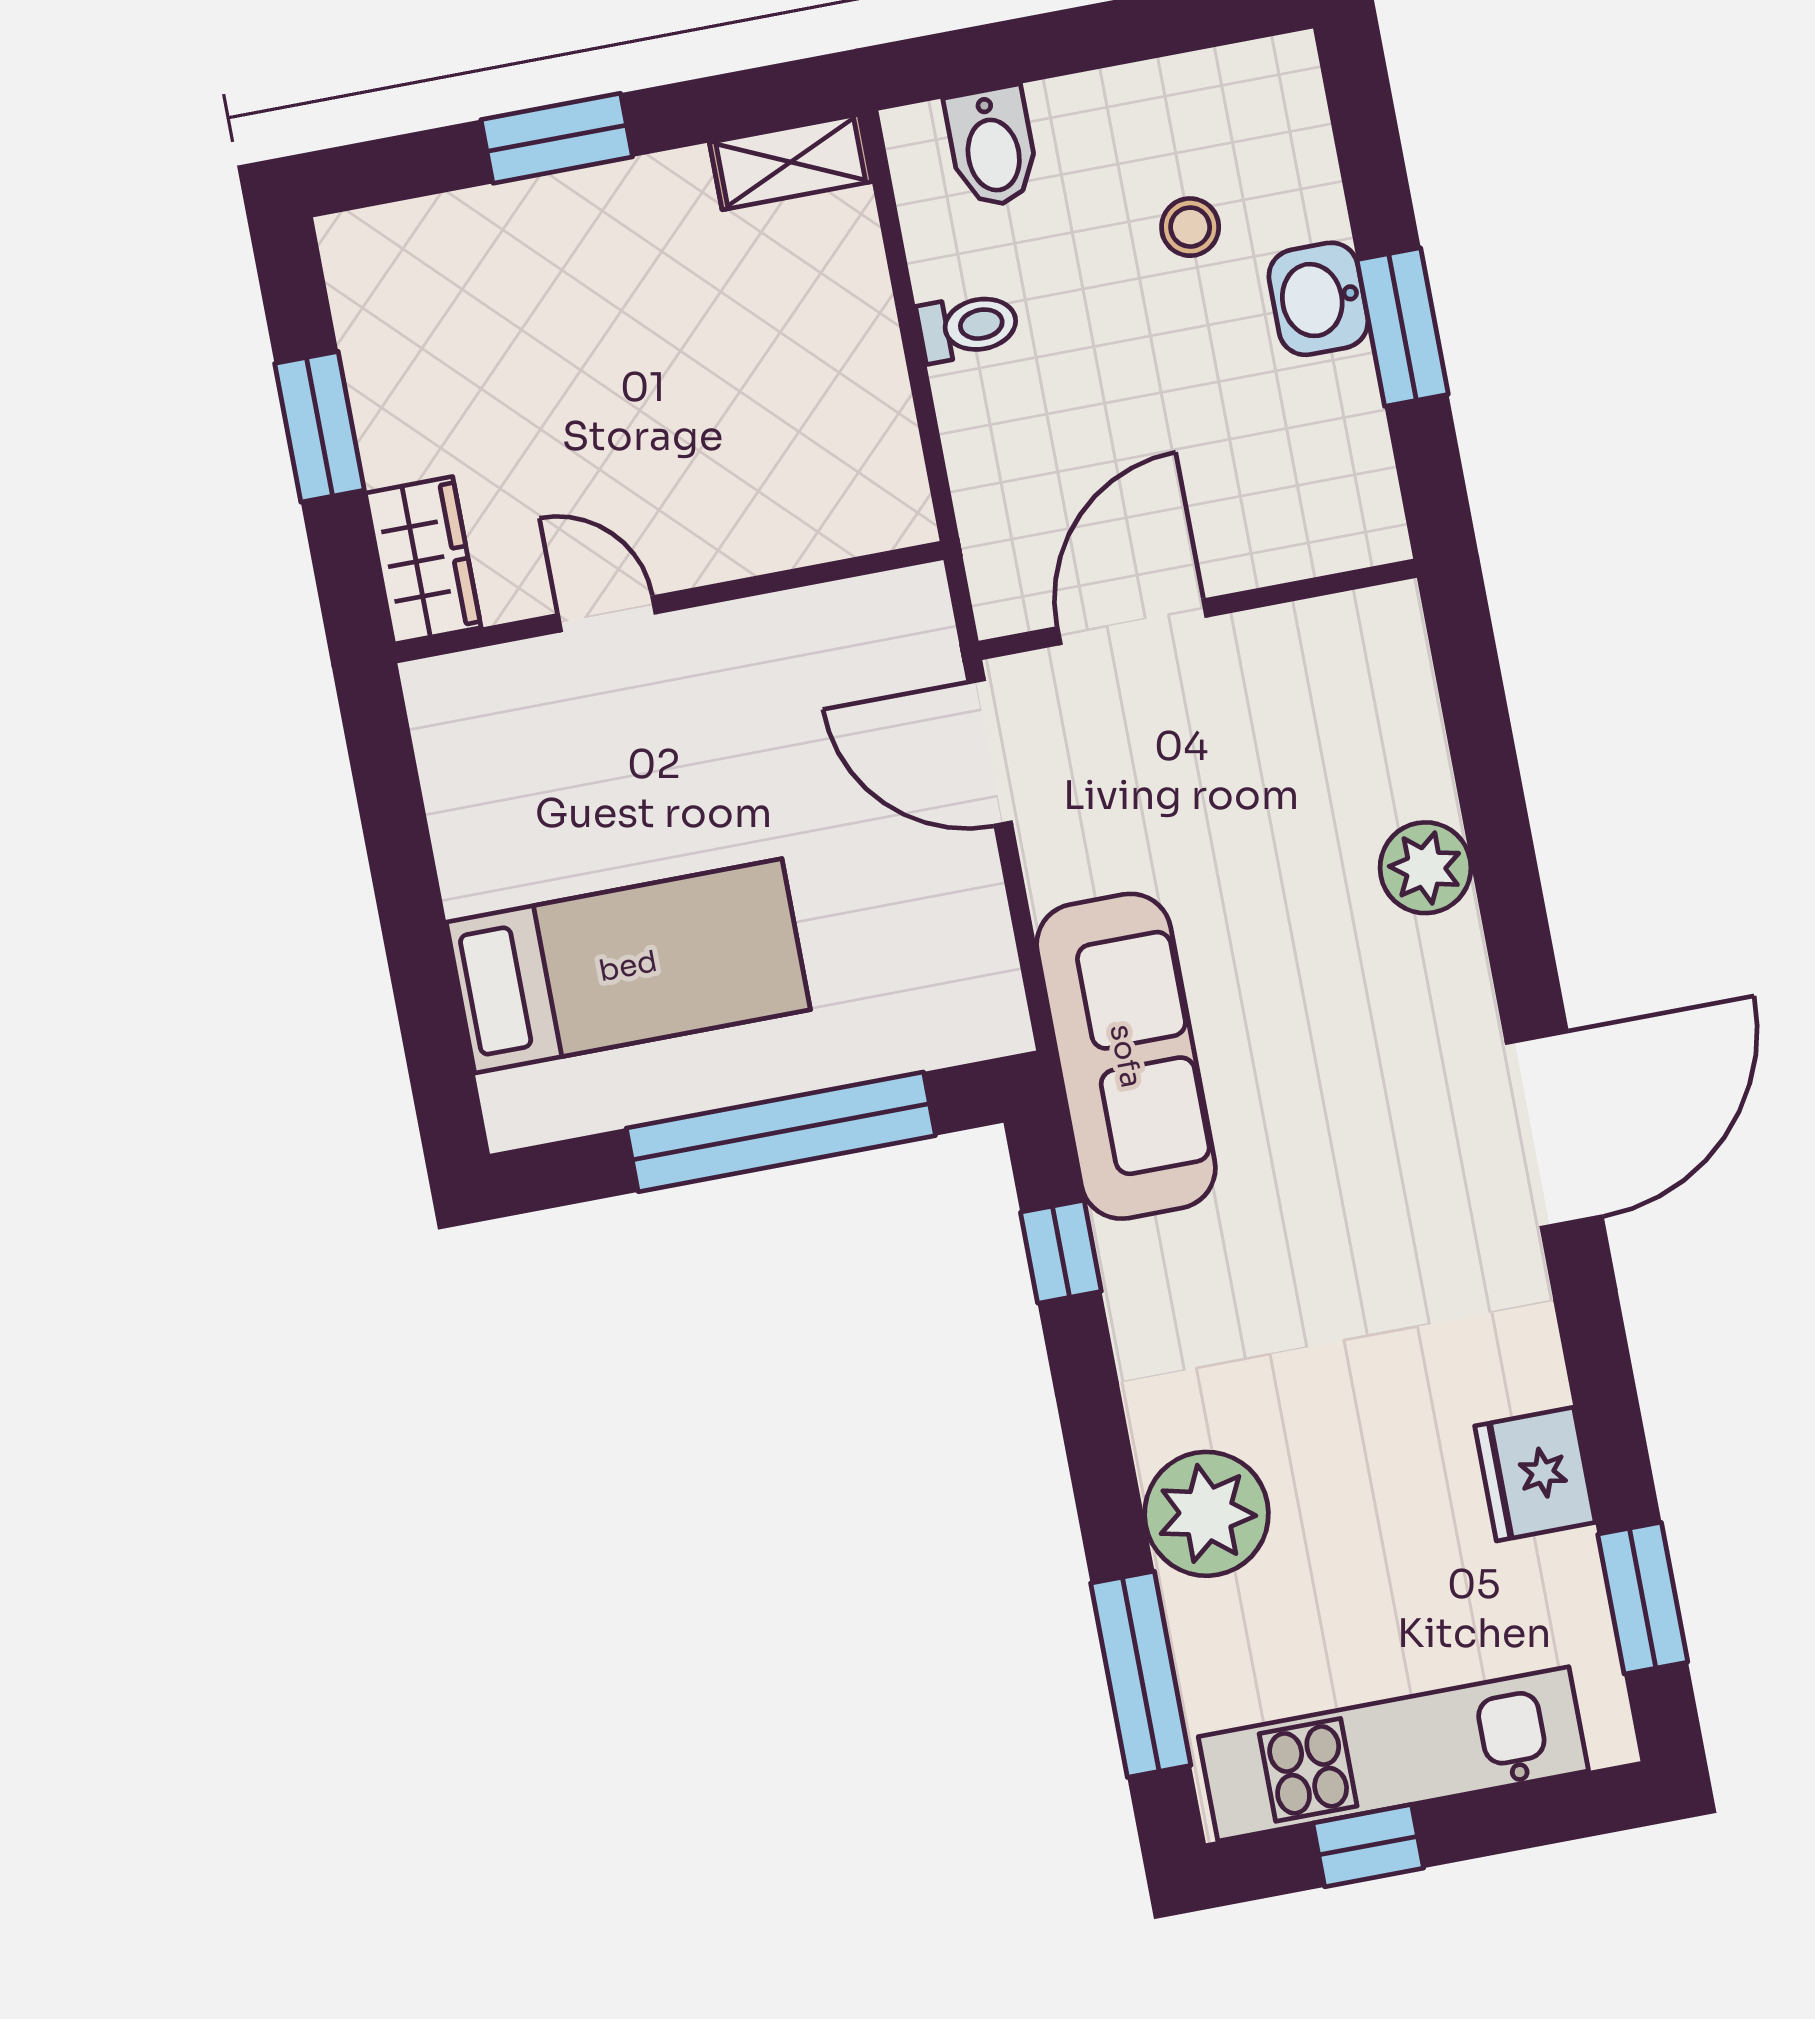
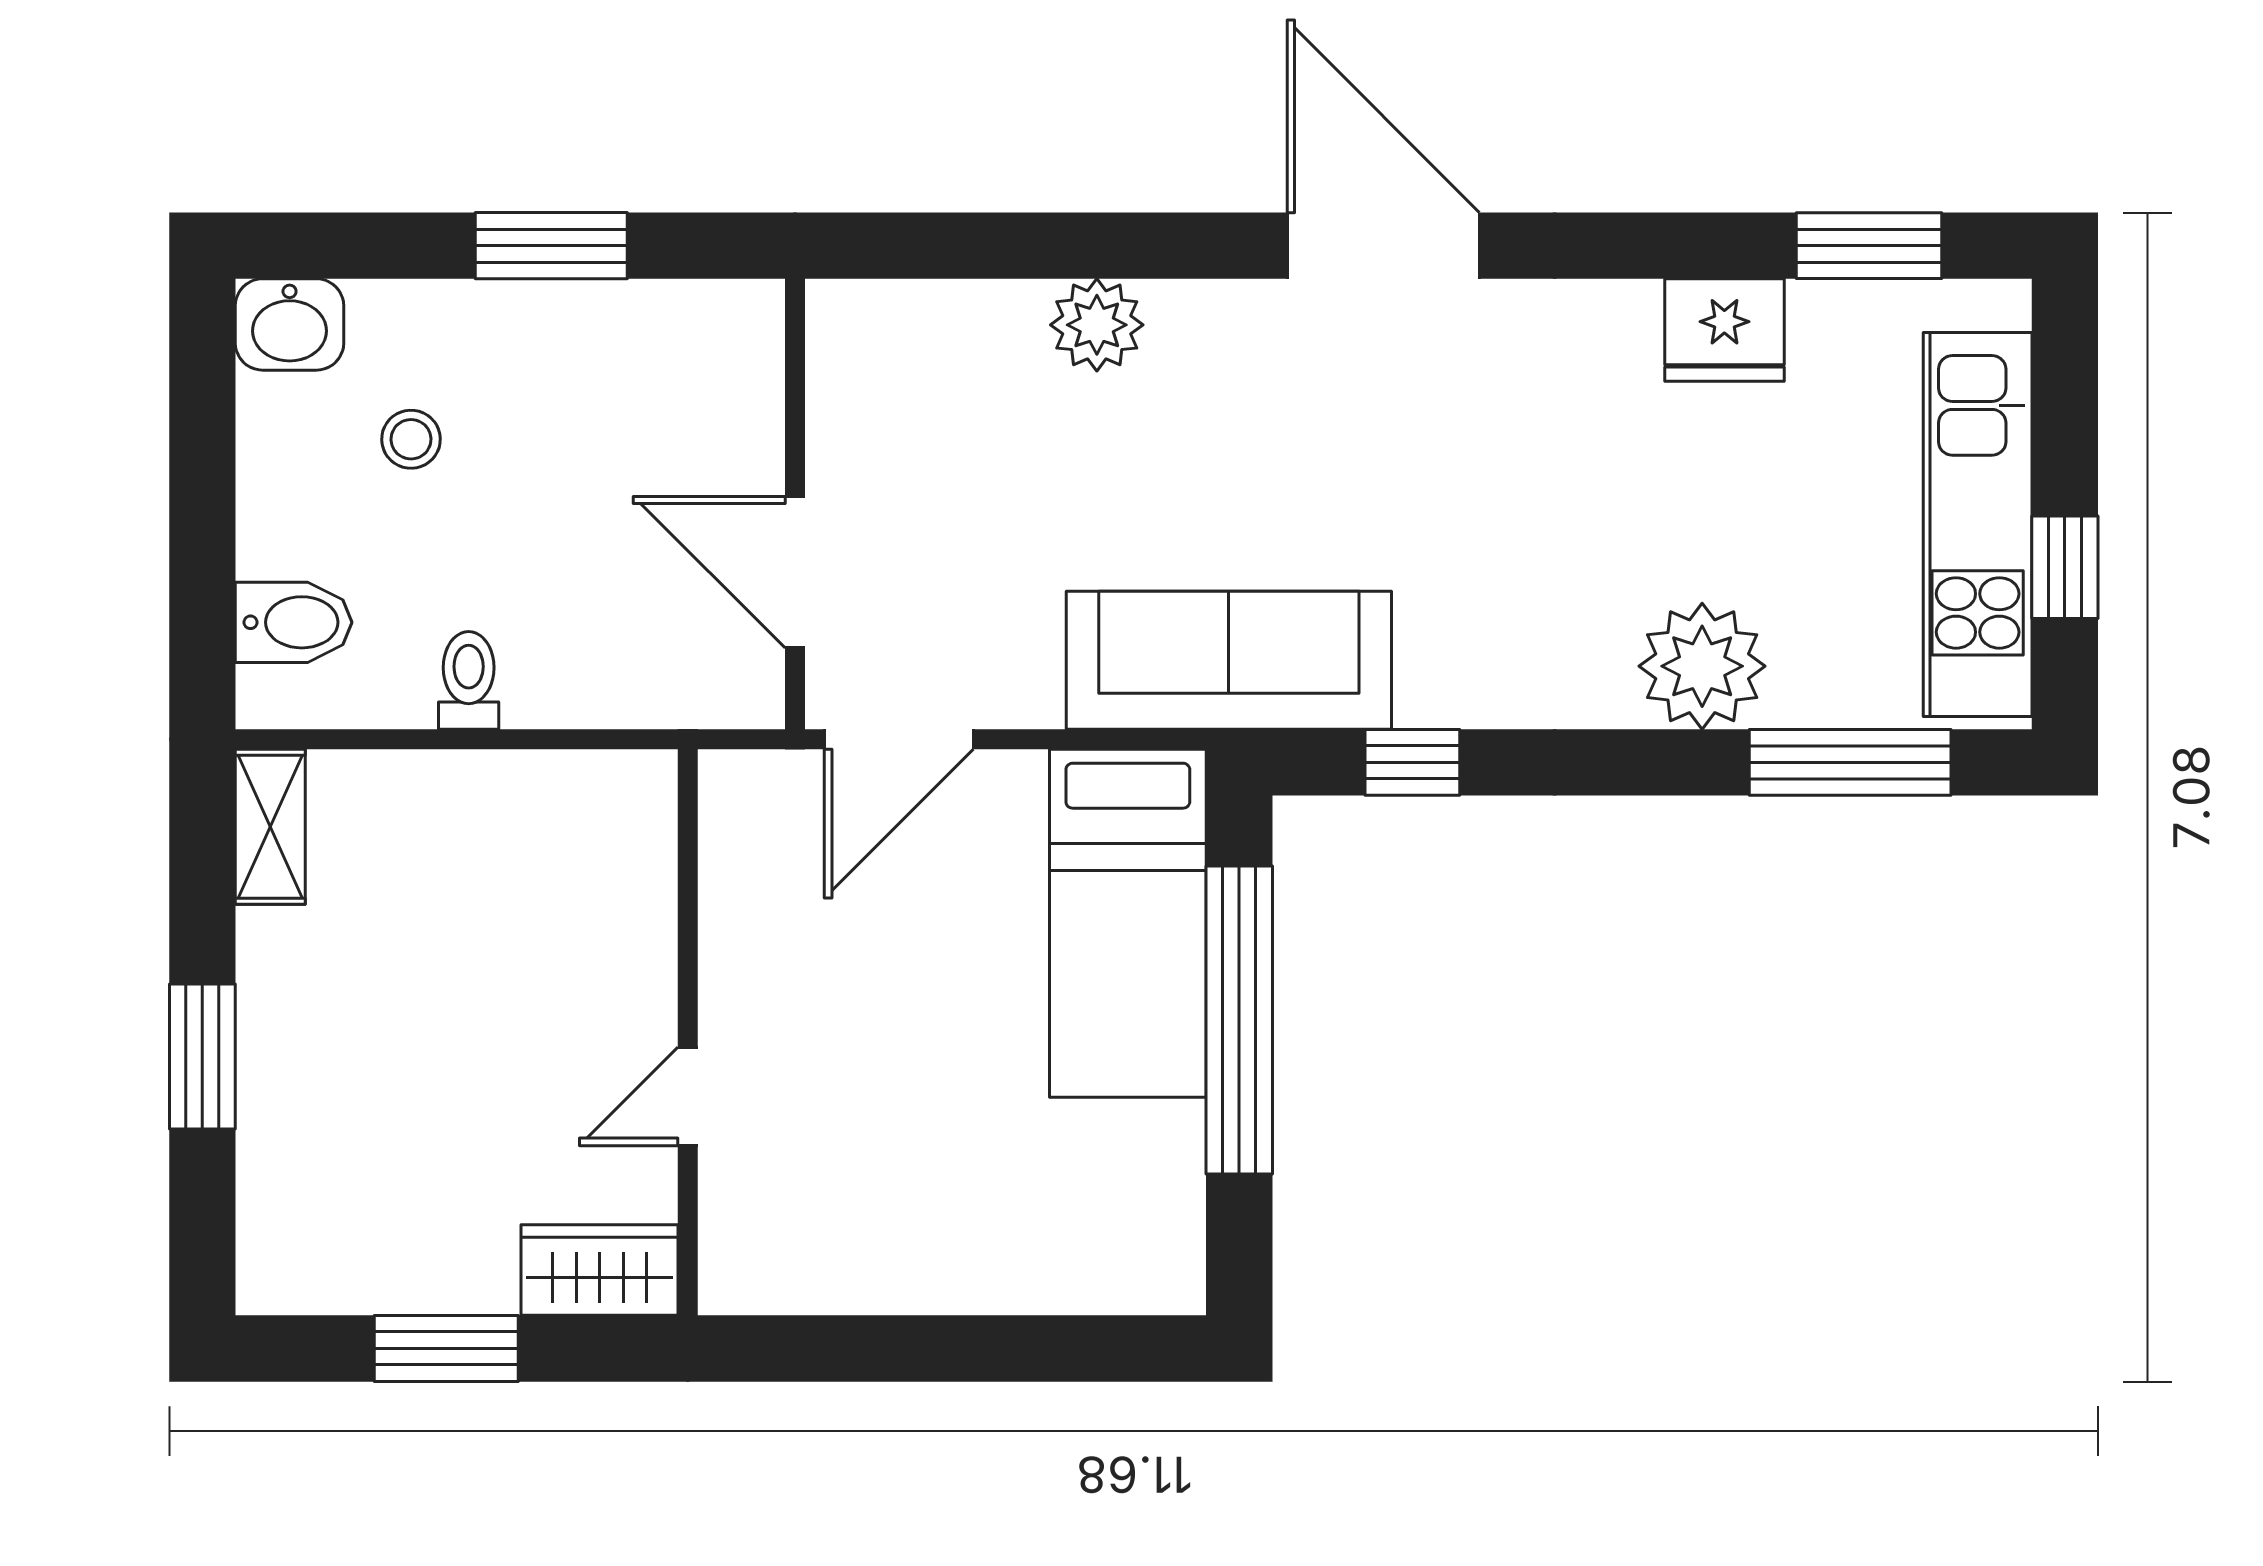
washbasin: (1318, 299) -> (290, 324), moved
bed: (628, 966) -> (1128, 923), moved, turned 180

